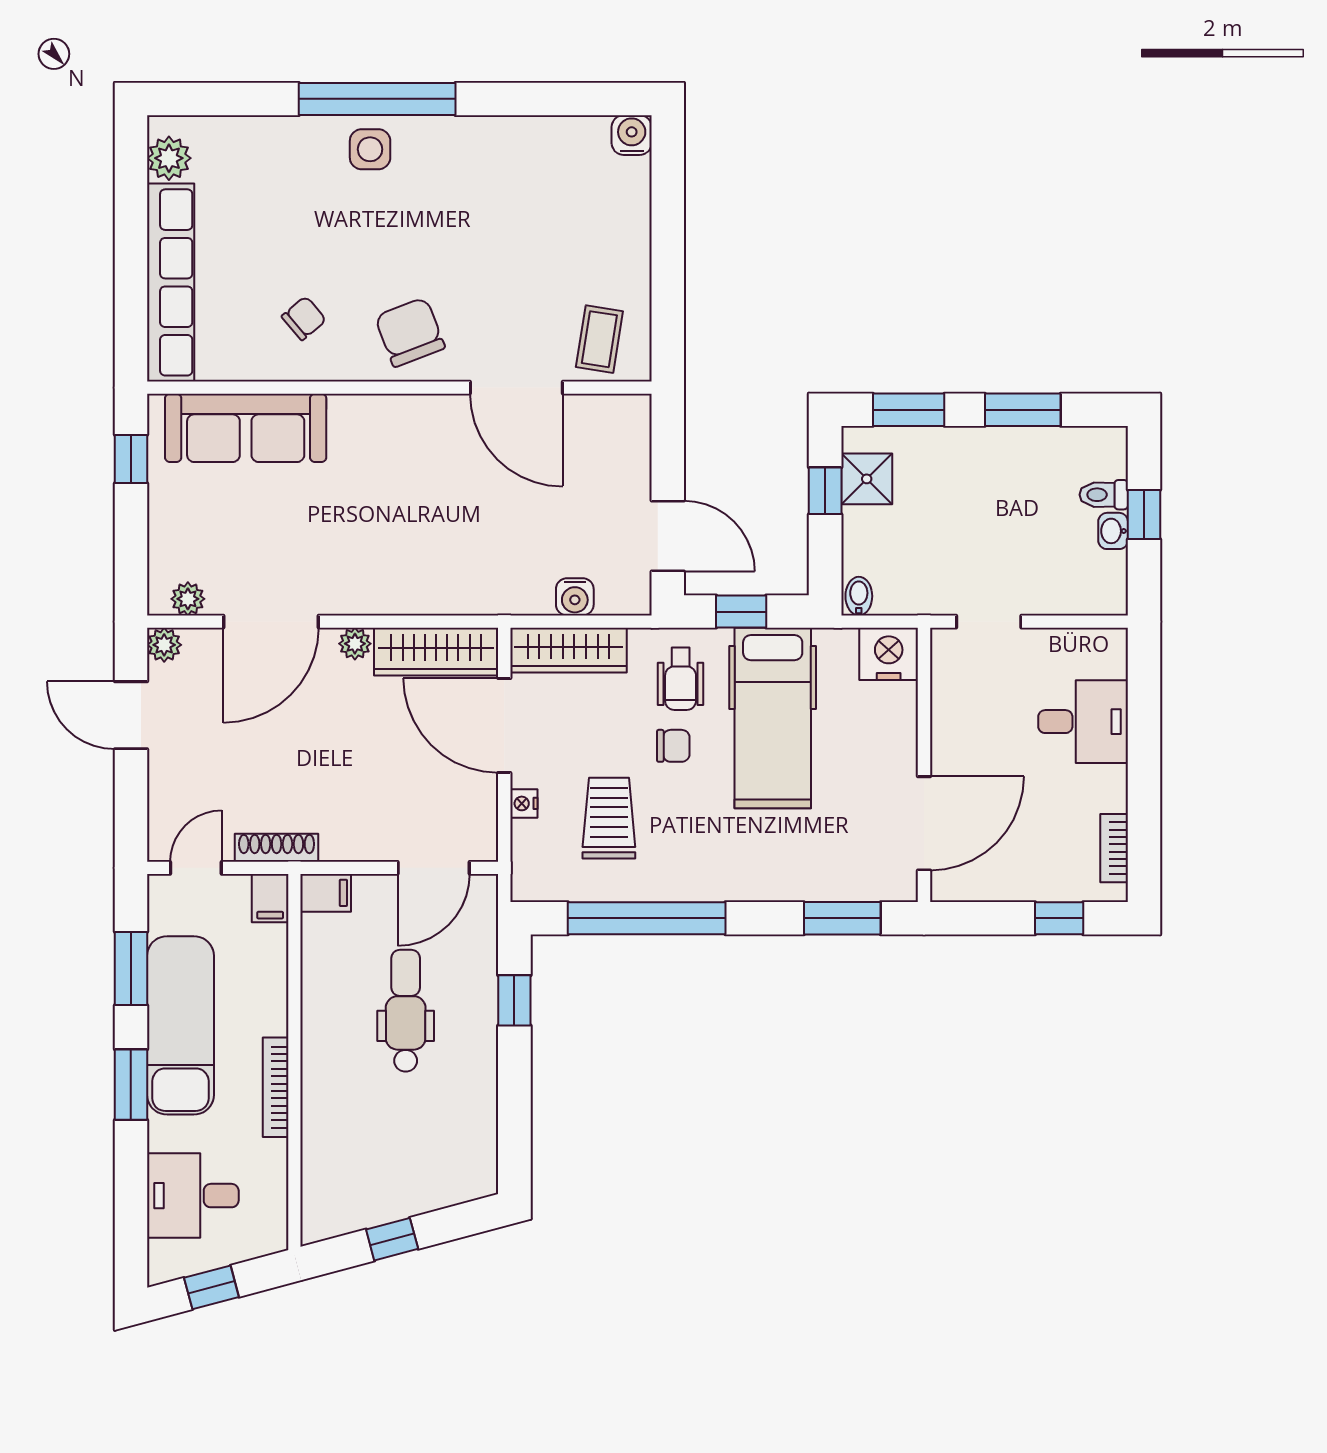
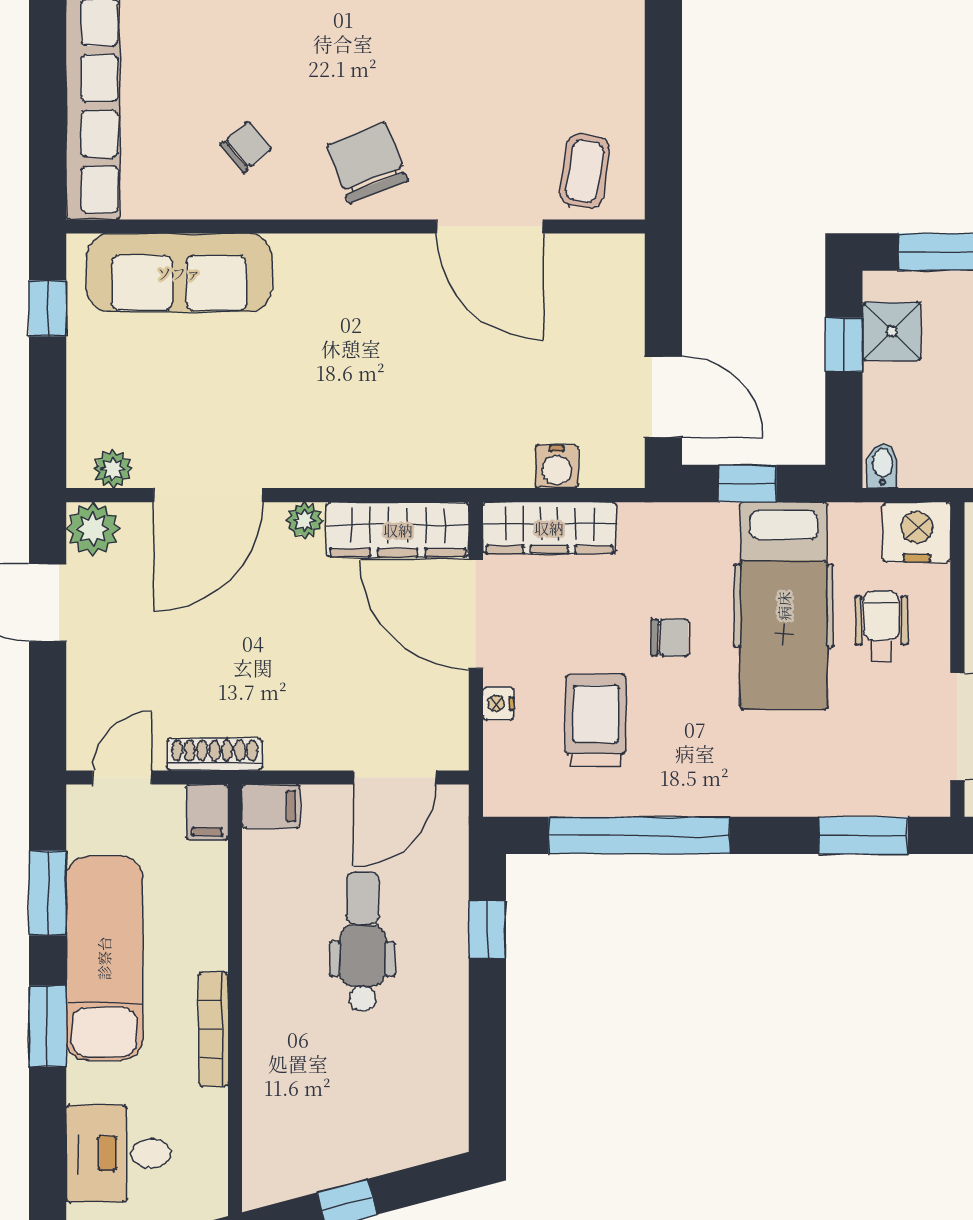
plant: (164, 645) -> (93, 529), width x1.38, depth x1.38
wheelchair: (681, 679) -> (881, 626), moved, turned 180

